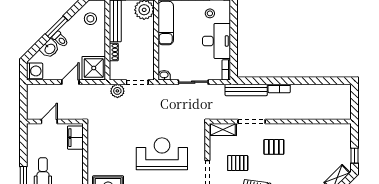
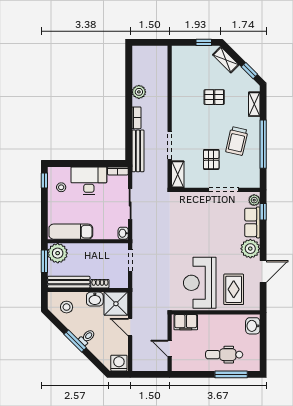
washbasin: (50, 49) -> (95, 299), moved, turned 135
plant: (117, 91) -> (139, 92), moved
pallet: (274, 147) -> (214, 97), moved, turned 90
reception desk: (162, 154) -> (200, 283), moved

